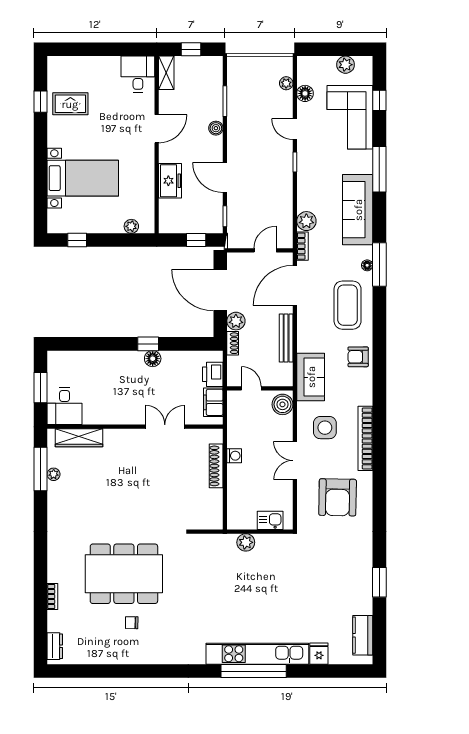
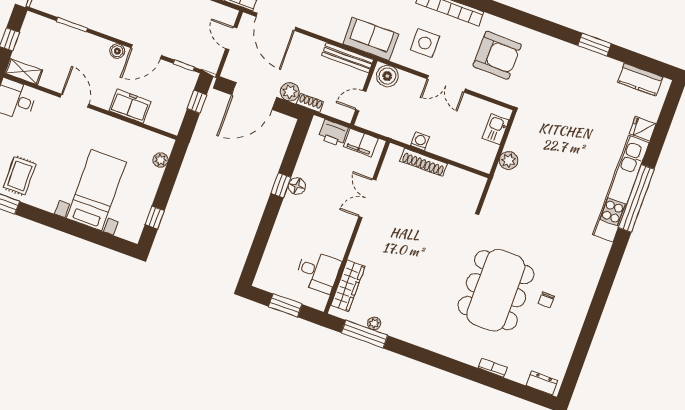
boiler: (216, 128) -> (117, 51), moved
bench: (286, 338) -> (348, 58), moved
desk: (65, 406) -> (318, 272), moved

